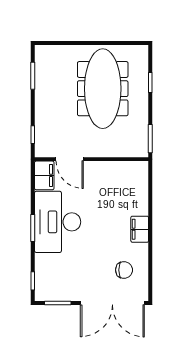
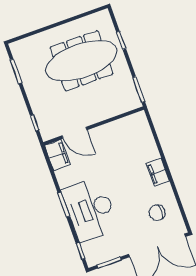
meeting table: (103, 89) -> (81, 61), turned 90
desk: (58, 222) -> (90, 209), moved
chair: (124, 270) -> (157, 213), turned 180

